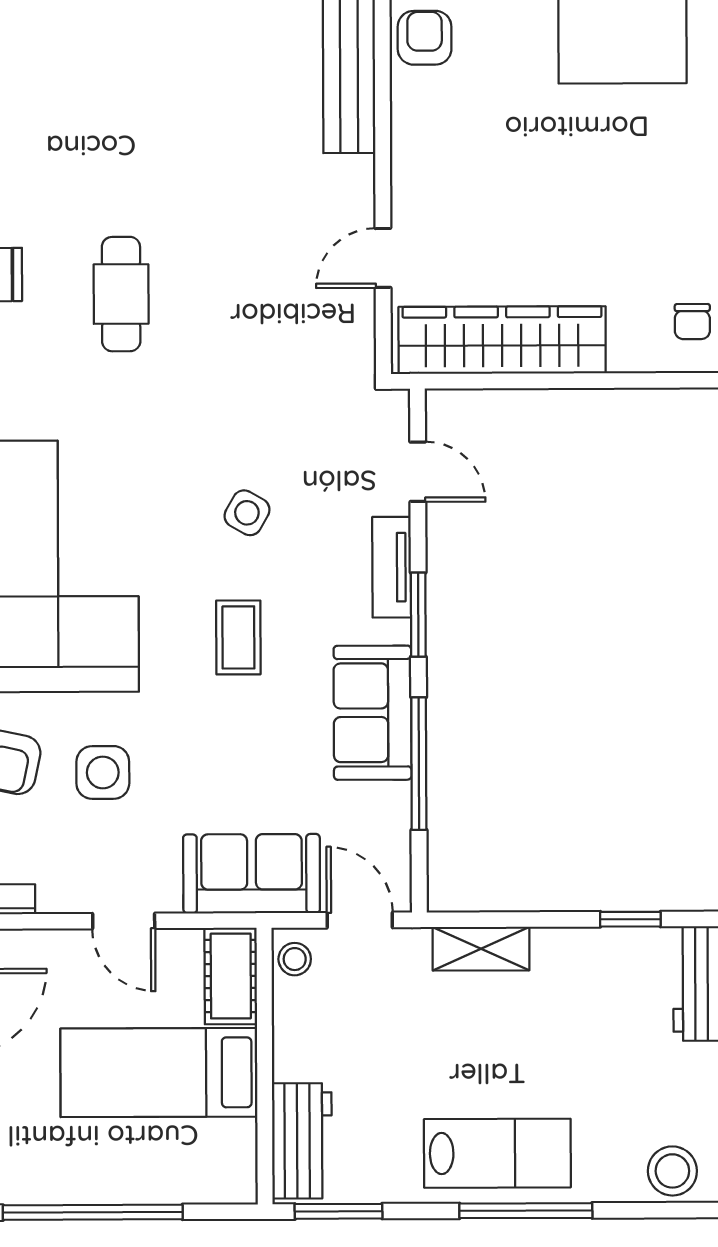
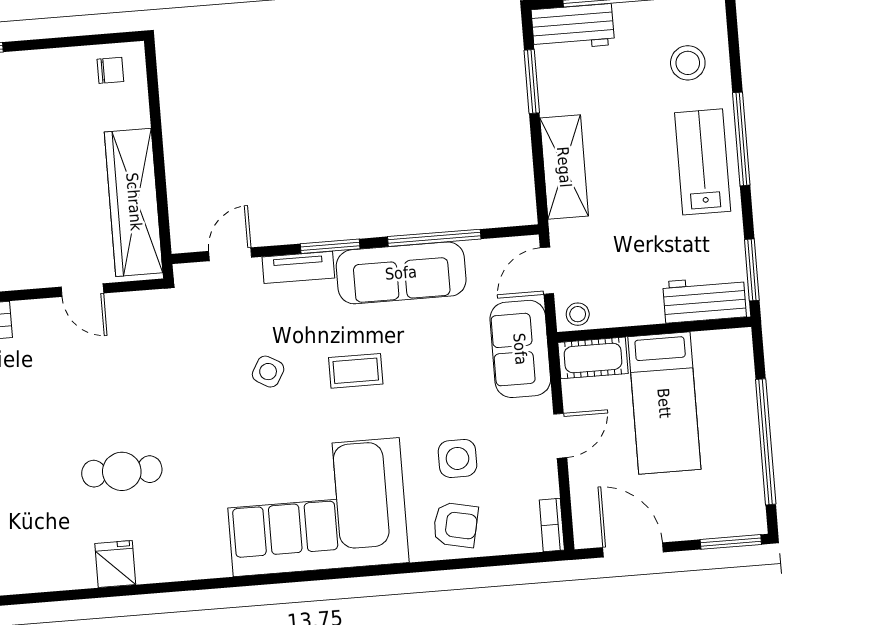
sofa: (373, 713) -> (401, 273), width x1.36
window: (630, 919) -> (532, 82), width x1.50
shelving: (481, 949) -> (564, 167), width x1.50, depth x1.33
stool: (672, 1171) -> (688, 63), moved

